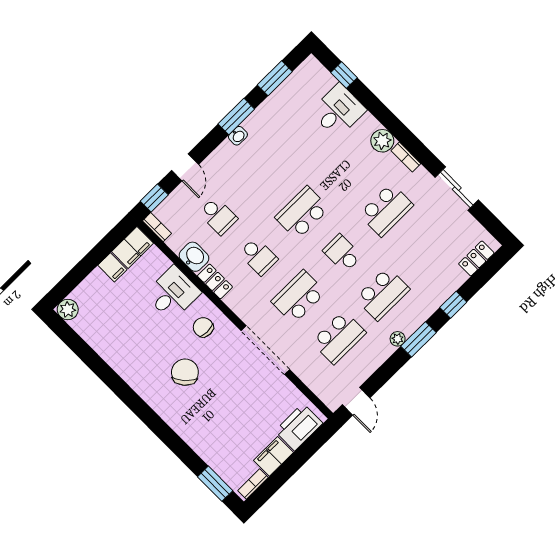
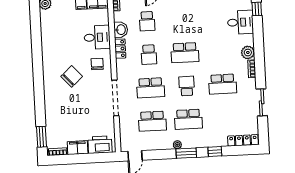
school desk: (302, 213) -> (185, 53), turned 180
locker: (476, 258) -> (243, 140), width x1.53
school desk: (299, 297) -> (151, 88), turned 180

